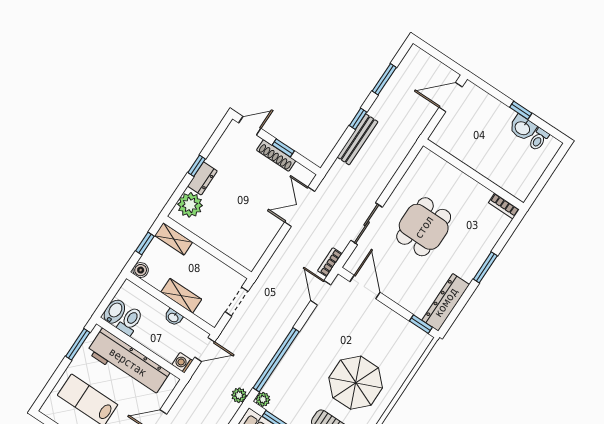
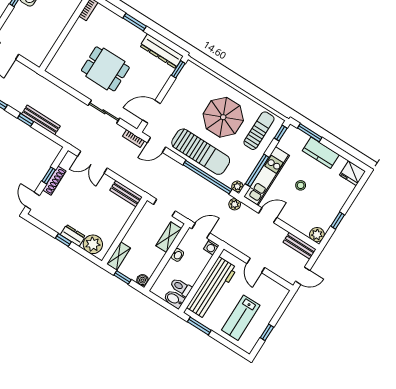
bench: (256, 251) -> (126, 194), added
shelving: (181, 296) -> (169, 237), moved
door: (205, 350) -> (201, 231), hinge flipped
sun lounger: (310, 352) -> (201, 152), added

